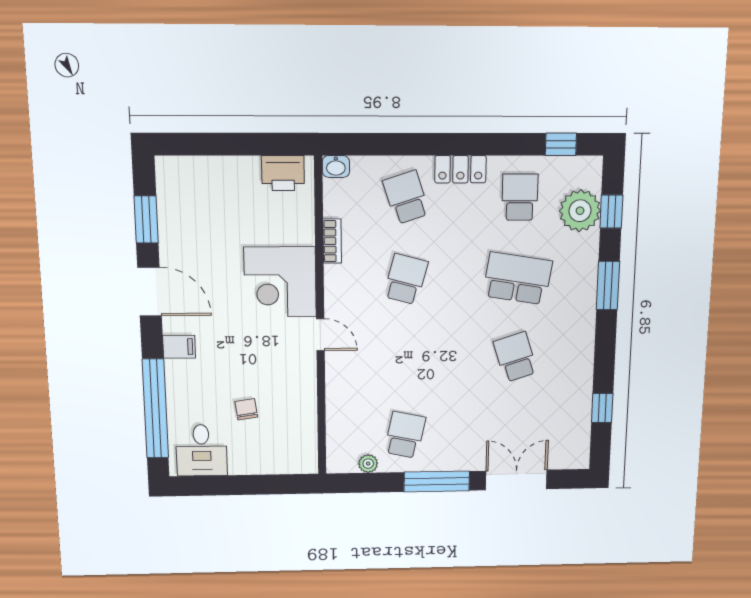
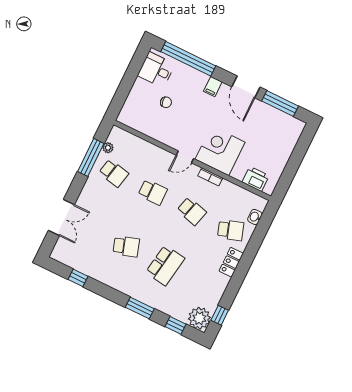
washbasin: (336, 166) -> (255, 217), moved
printer: (283, 173) -> (256, 179), moved, turned 90
school desk: (520, 197) -> (153, 192), moved
plant: (580, 211) -> (199, 318), moved
window: (146, 219) -> (280, 104), width x1.44
bookcase: (332, 241) -> (210, 177), moved
door: (150, 292) -> (246, 87), hinge flipped
window: (437, 481) -> (91, 157), moved

